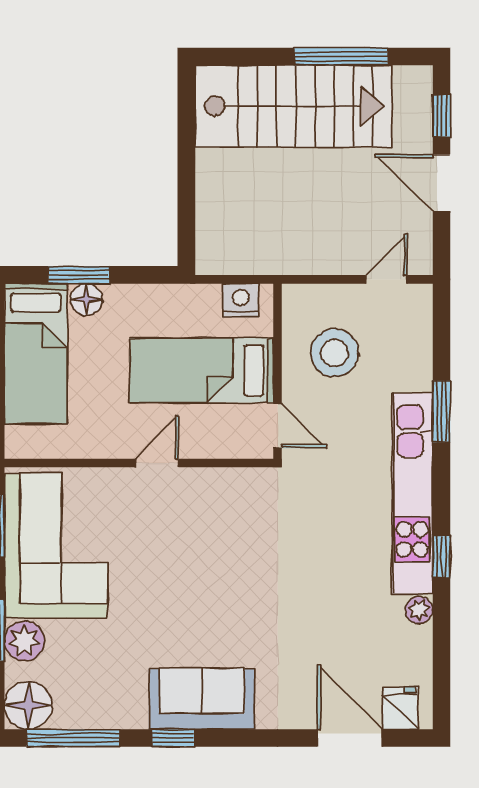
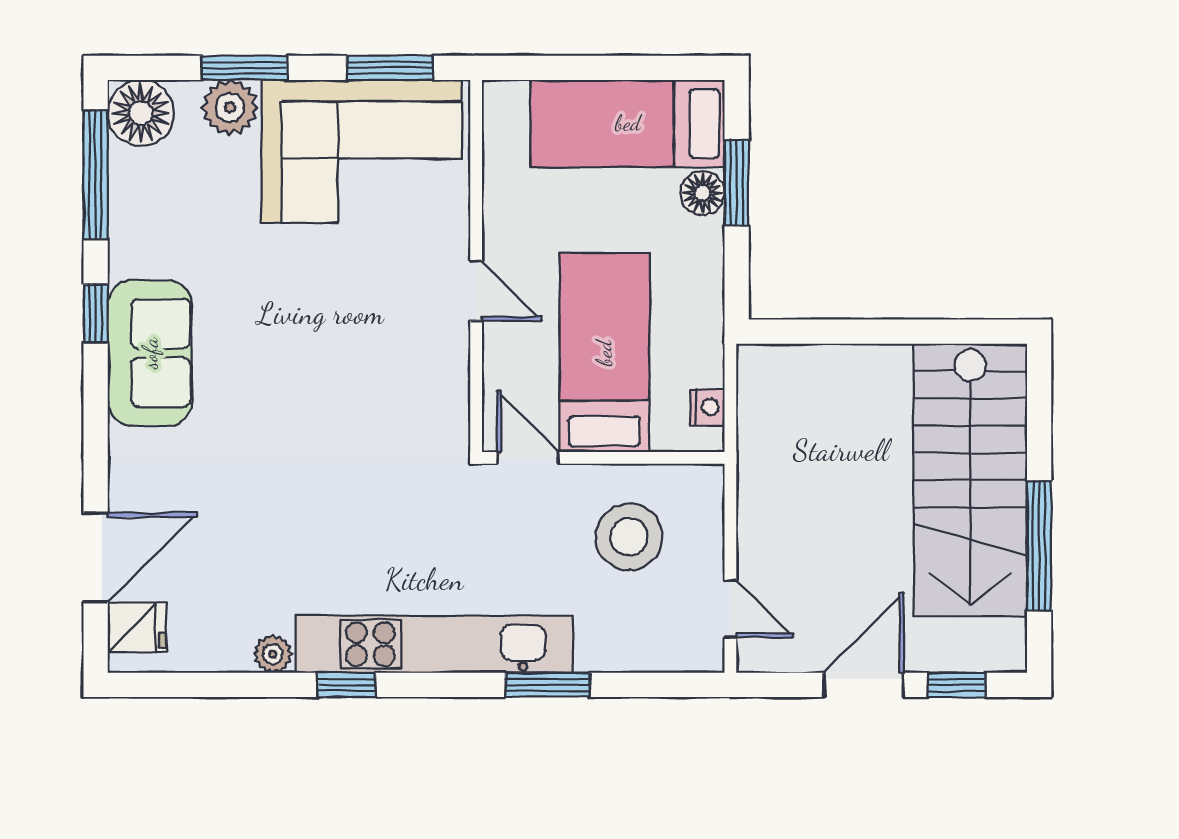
nightstand: (241, 300) -> (708, 407), width x0.72, depth x0.74
door: (278, 426) -> (528, 458), swing flipped

